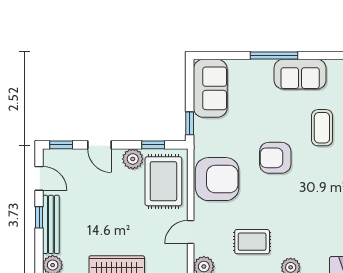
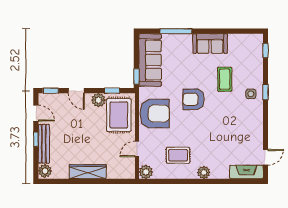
window: (274, 56) -> (176, 31), moved
sofa: (210, 88) -> (150, 60), width x1.36

